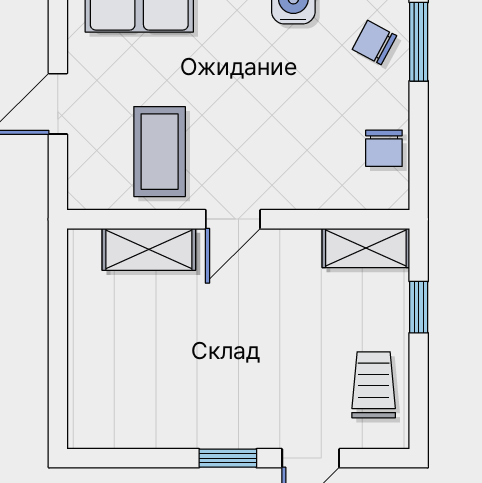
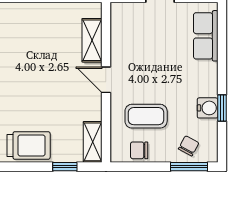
coffee table: (160, 152) -> (146, 116), moved
trolley: (374, 385) -> (29, 145), width x1.36, depth x1.39

